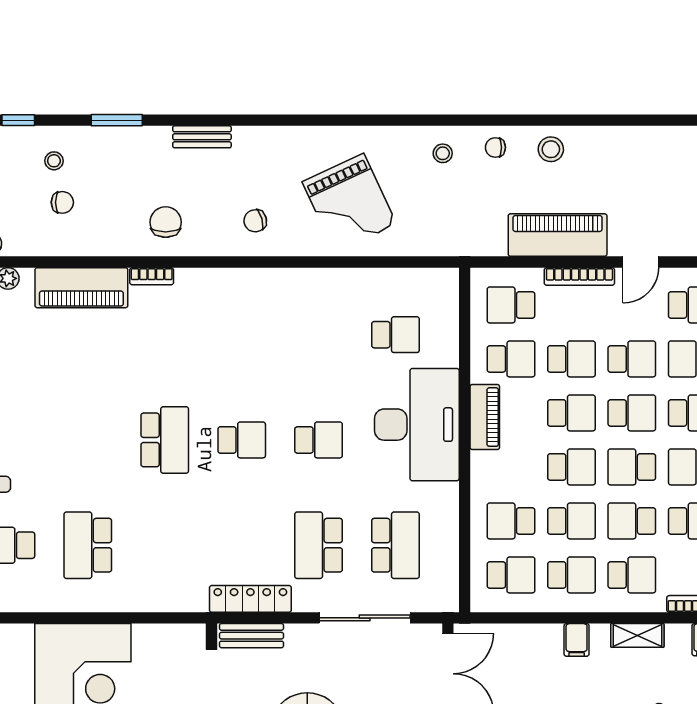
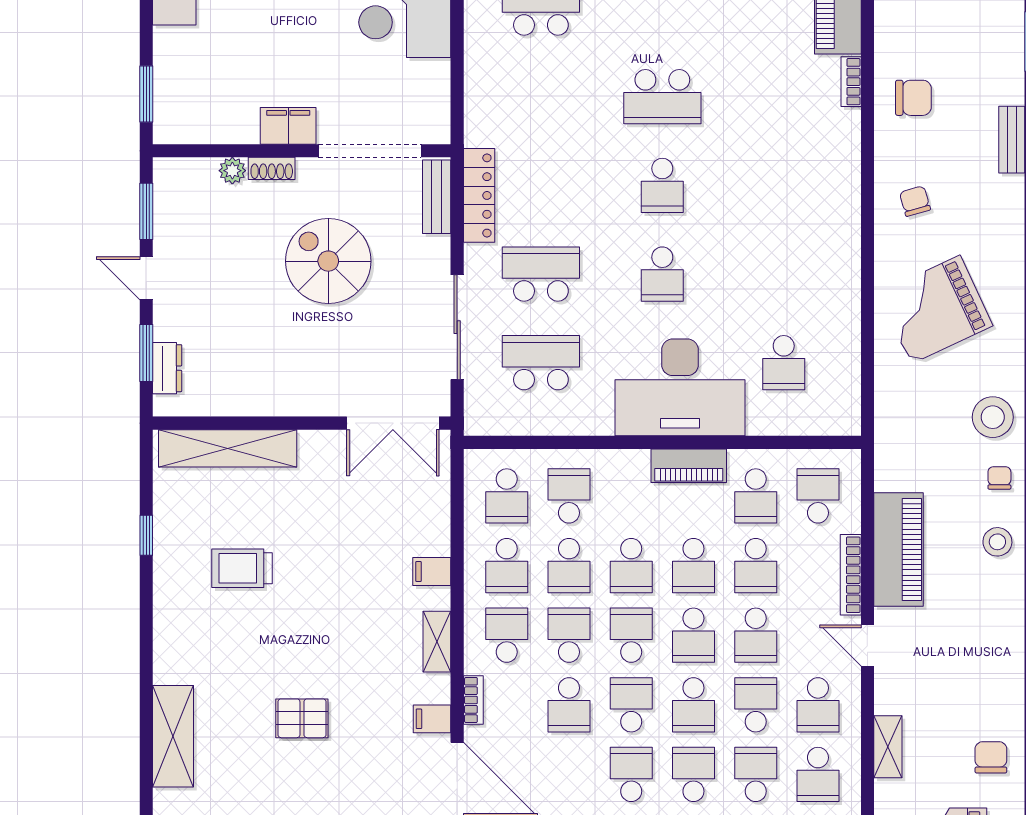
stool: (443, 153) -> (993, 417), width x1.89, depth x1.89
school desk: (395, 545) -> (541, 363), turned 180
school desk: (632, 575) -> (507, 635), turned 180

